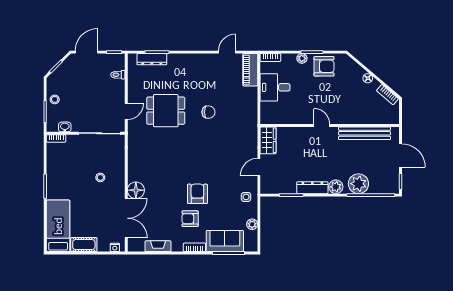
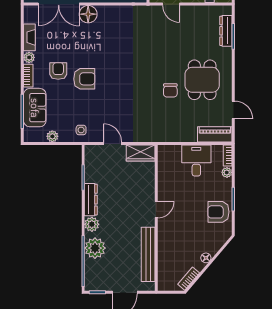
plant: (302, 58) -> (227, 172), moved
armchair: (324, 66) -> (218, 212), turned 90
dining table: (166, 111) -> (202, 80), moved
plant: (177, 246) -> (29, 57), added

